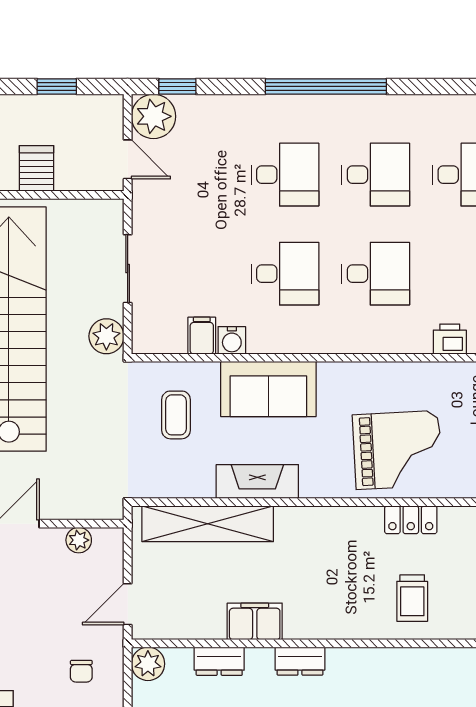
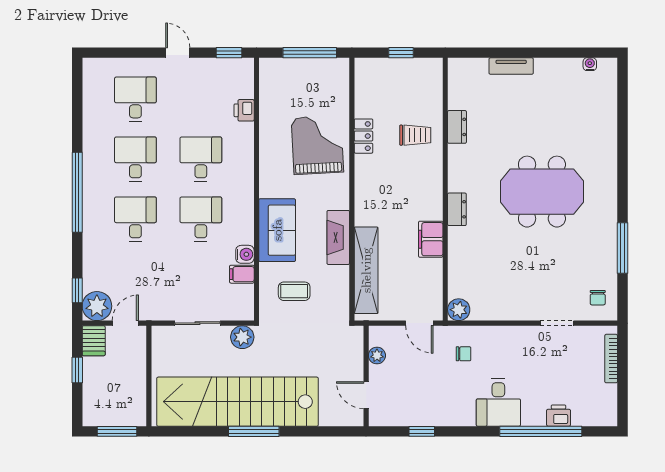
server rack: (37, 168) -> (94, 341), moved, turned -90
dresser: (219, 661) -> (457, 127), moved

